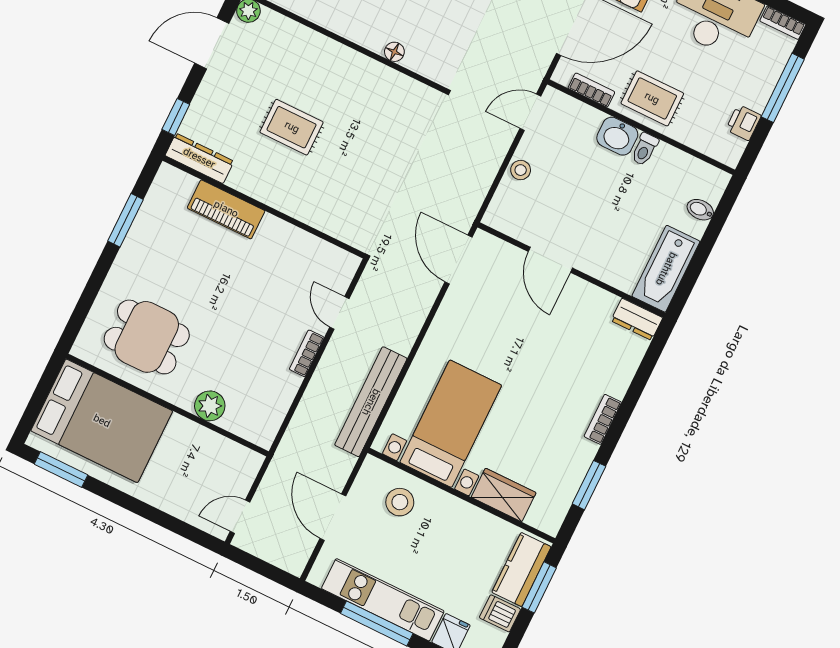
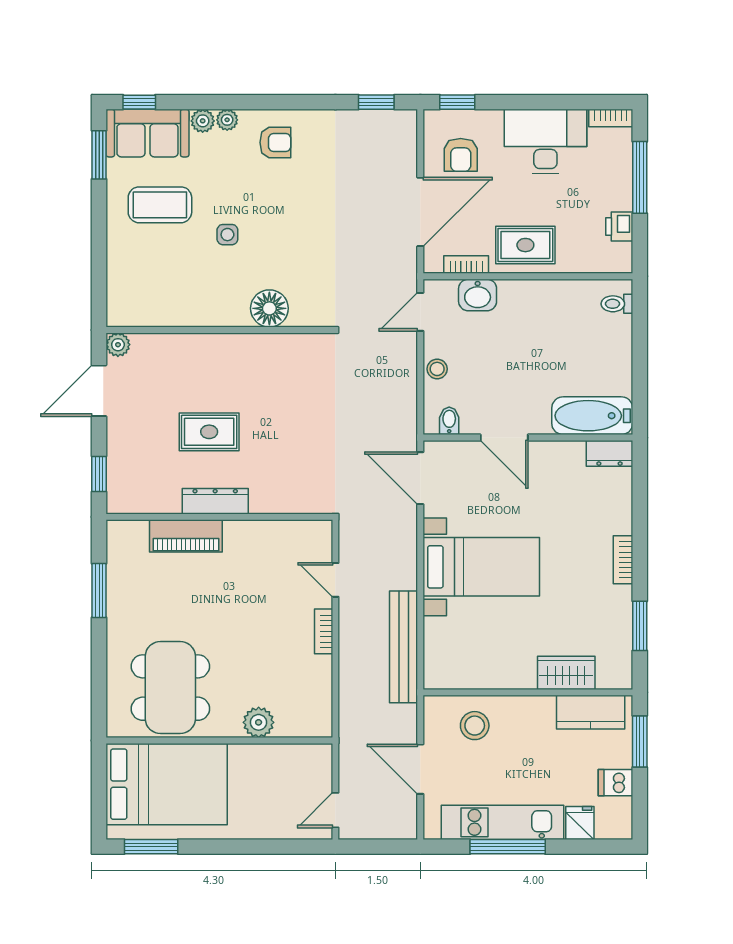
floor lamp: (394, 52) -> (269, 308), width x1.89, depth x1.89
washbasin: (617, 136) -> (478, 295), moved
toilet: (645, 149) -> (617, 304), moved, turned 90
dresser: (199, 158) -> (215, 501), moved
bidet: (700, 210) -> (449, 421), moved, turned 90
bathtub: (666, 269) -> (592, 416), moved, turned 90
dining table: (147, 337) -> (170, 688), width x1.38
bed with nightstands: (451, 424) -> (481, 567), moved, turned 90
kitchen counter: (521, 570) -> (591, 712), moved, turned -90

